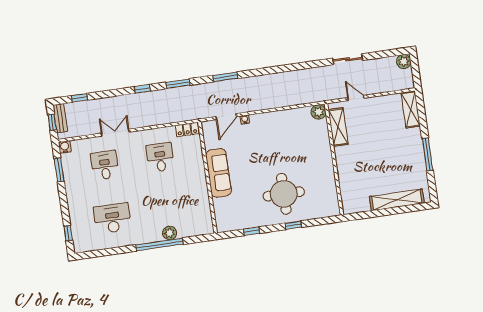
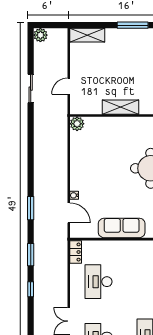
shelving: (338, 127) -> (120, 107), moved
desk: (160, 157) -> (99, 282), width x1.37

